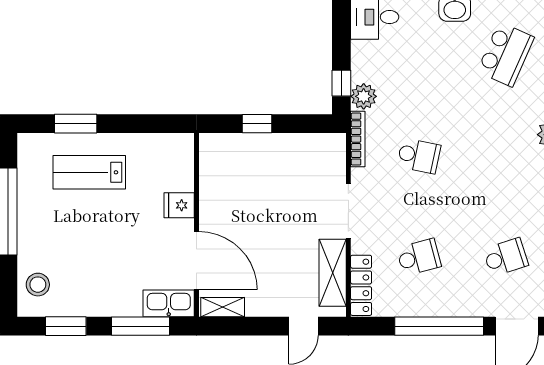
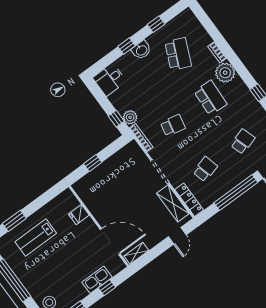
school desk: (506, 156) -> (210, 98), added
fridge: (179, 205) -> (79, 215), moved
kitchen sink: (169, 303) -> (97, 280), moved
window: (140, 326) -> (107, 288), width x0.46

